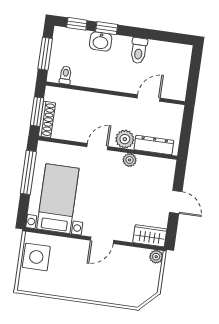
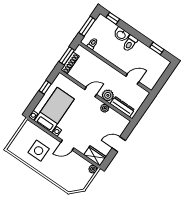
window: (107, 28) -> (157, 48), moved
toilet: (139, 51) -> (130, 43), moved
window: (28, 172) -> (45, 87), width x0.46
door: (176, 202) -> (119, 144), swing flipped
side table: (36, 257) -> (39, 151), moved

